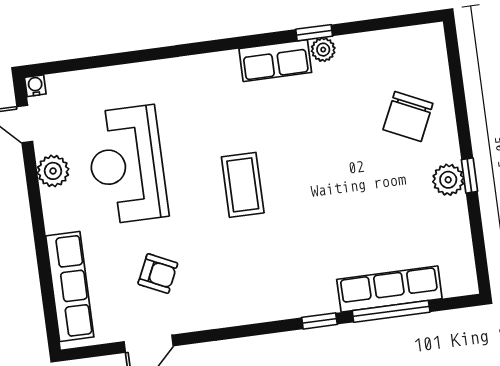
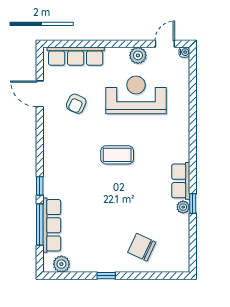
plant: (448, 180) -> (61, 264), moved

